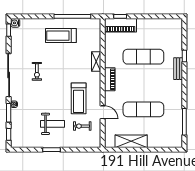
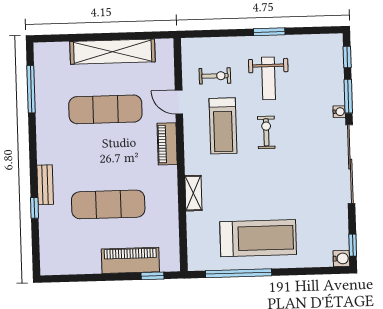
piano: (120, 25) -> (130, 260), moved
treadmill: (61, 36) -> (258, 238), width x1.37, depth x1.38
exercise bike: (37, 71) -> (266, 132), moved
piano: (110, 79) -> (167, 144), moved
treadmill: (79, 98) -> (223, 126), turned 180
weight bench: (53, 124) -> (269, 78), turned -90
shelving: (131, 141) -> (113, 52), width x1.47

